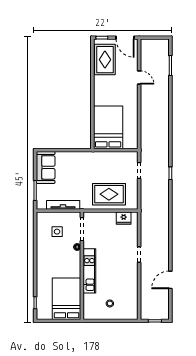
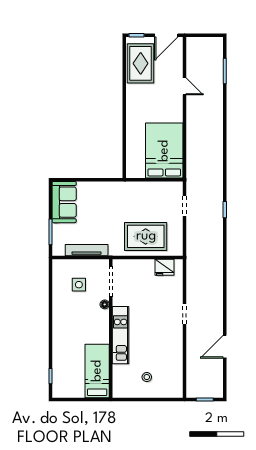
door: (125, 38) -> (166, 35), hinge flipped
bed: (108, 127) -> (164, 151), moved
bed: (67, 299) -> (97, 371), width x0.67

